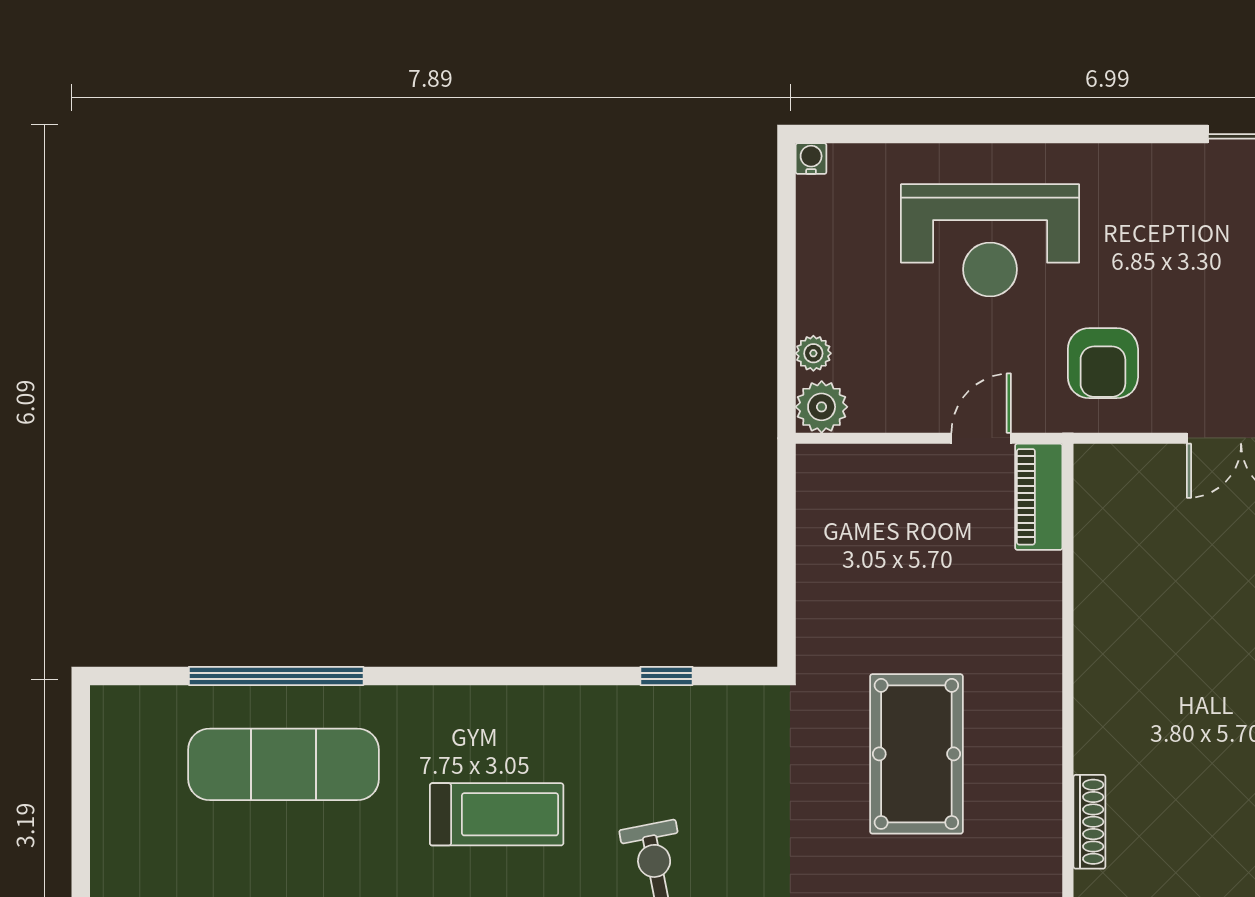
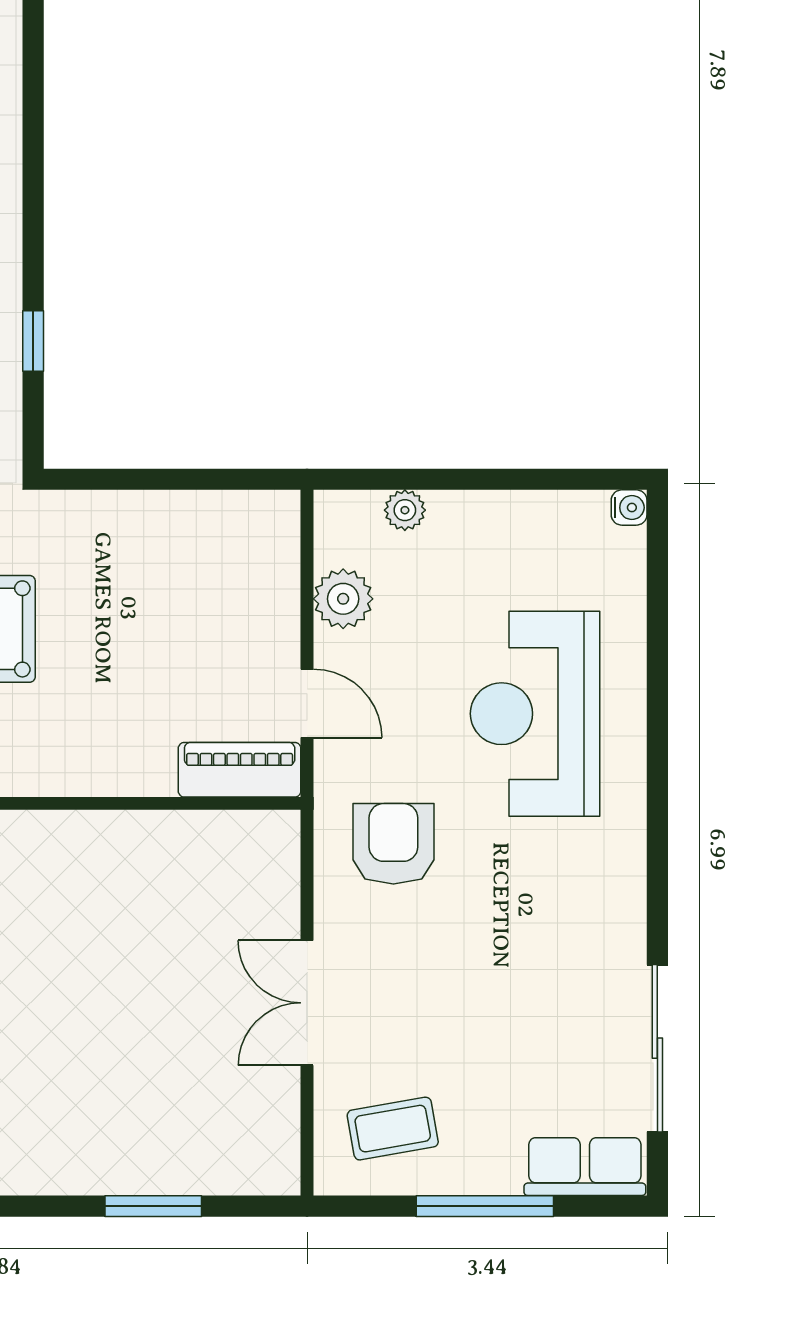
armchair: (1103, 363) -> (393, 844), turned 90
plant: (822, 407) -> (343, 599), moved

